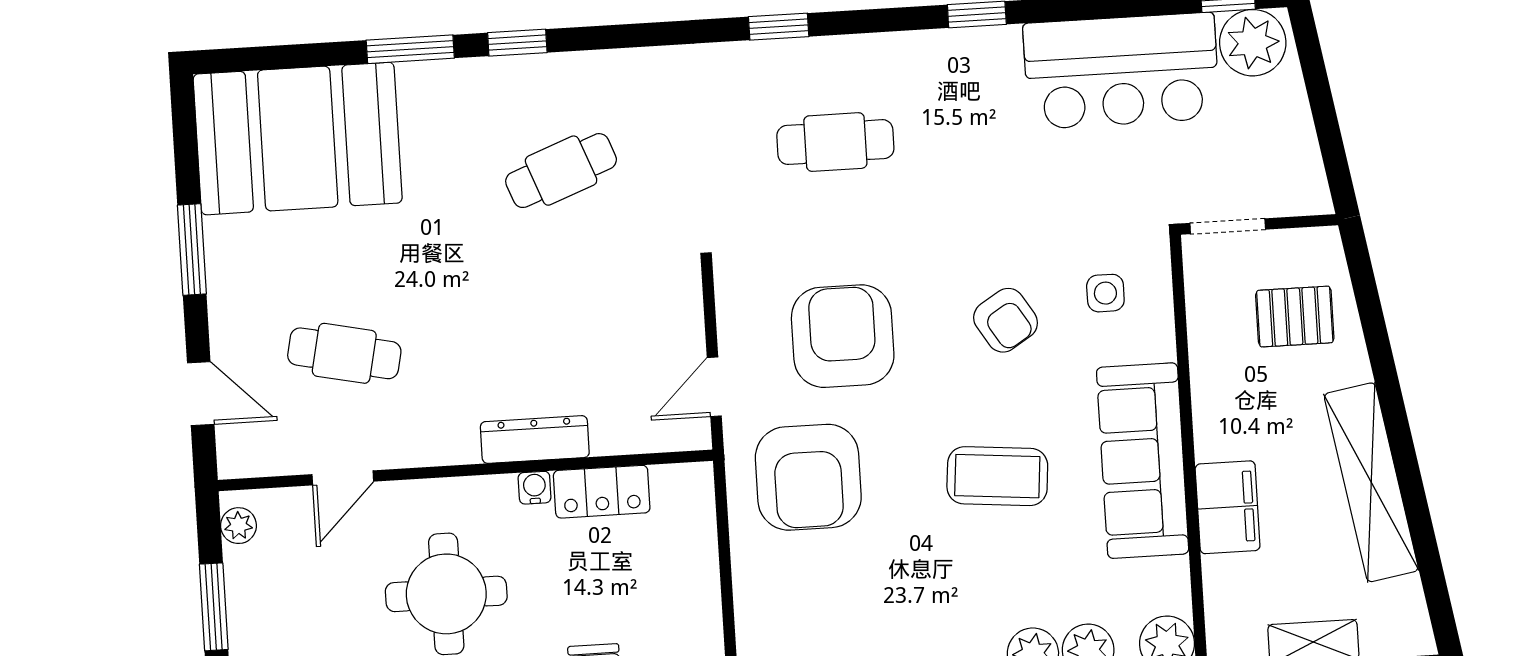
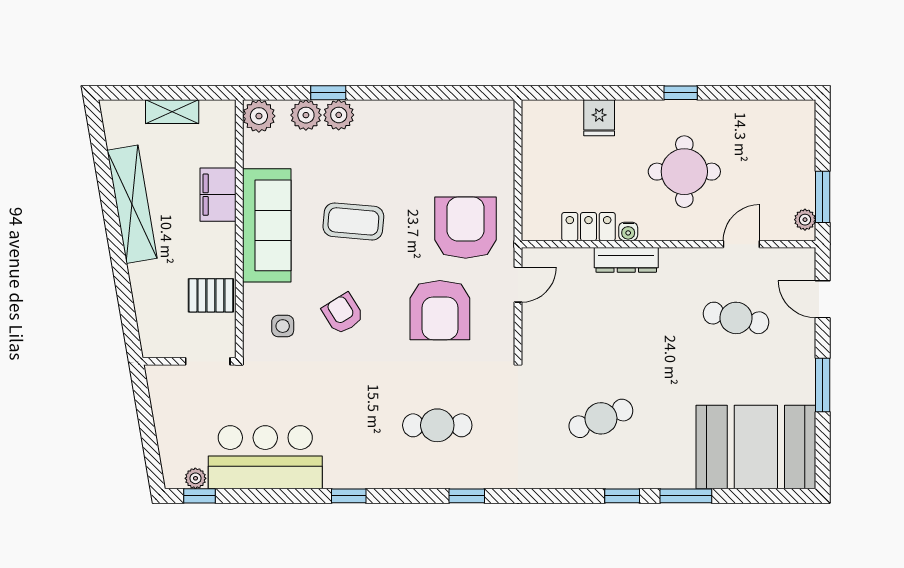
plant: (1253, 43) -> (195, 478), width x0.53, depth x0.53
pallet: (1295, 317) -> (211, 295), moved
window: (214, 607) -> (823, 197), moved

